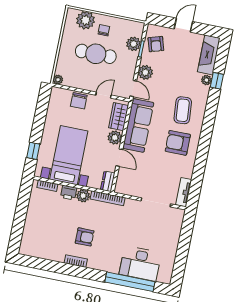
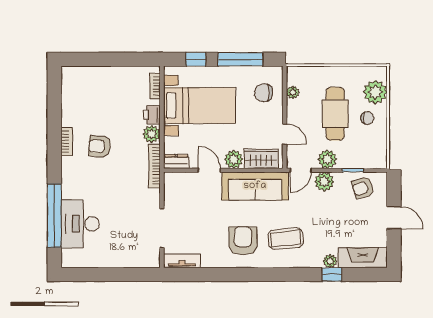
plant: (134, 44) -> (327, 159), moved
plant: (58, 80) -> (293, 92), moved
chair: (79, 101) -> (264, 93), moved
window: (40, 117) -> (240, 59), added
door: (119, 158) -> (209, 170), swing flipped
armchair: (85, 237) -> (100, 146), turned 94

